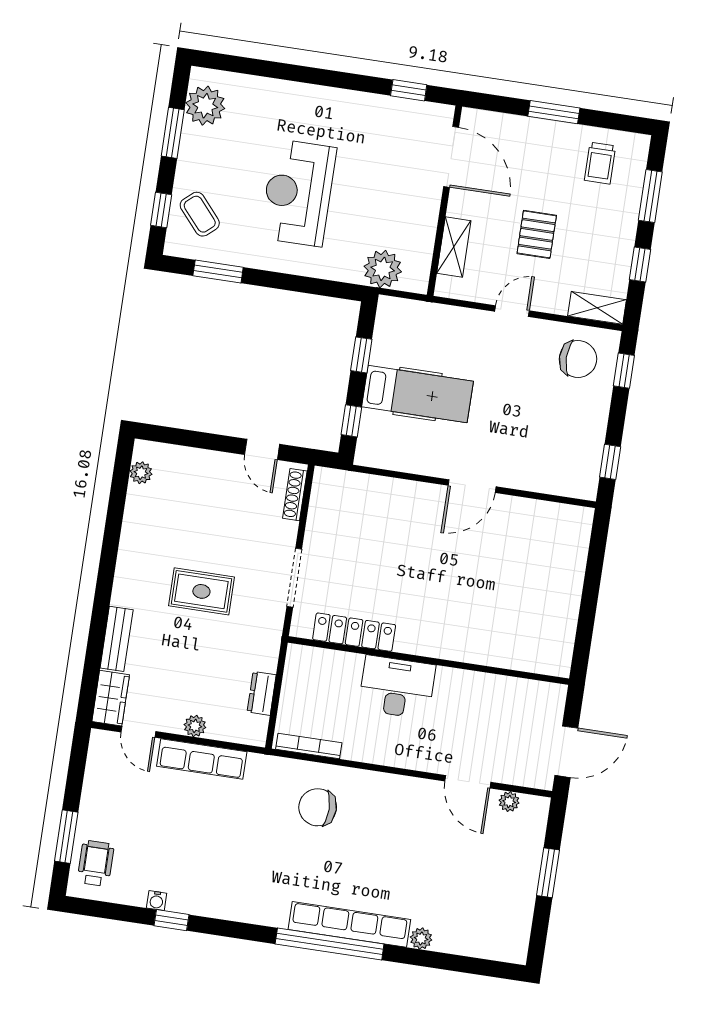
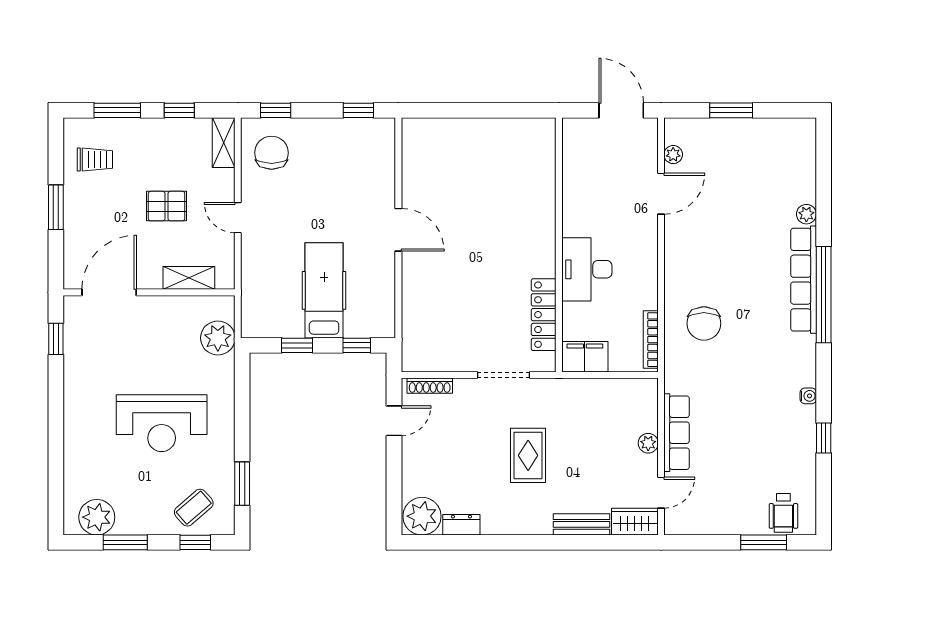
plant: (141, 473) -> (422, 516), width x1.88, depth x1.88
filing cabinet: (301, 670) -> (585, 357), added
dresser: (262, 693) -> (461, 525), moved, turned 180
wheelchair: (96, 863) -> (783, 513), turned -90
water cooler: (157, 901) -> (808, 396), moved

